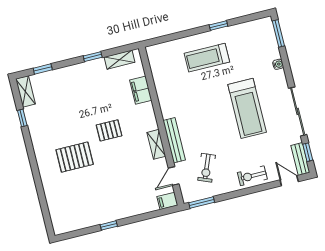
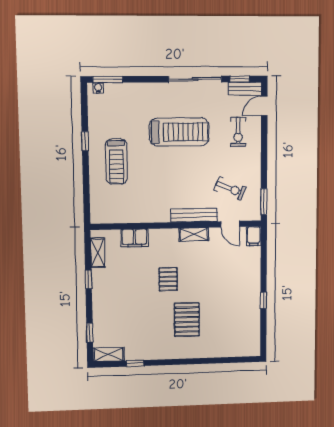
water cooler: (278, 64) -> (98, 88), moved
exercise bike: (252, 176) -> (238, 132), moved

